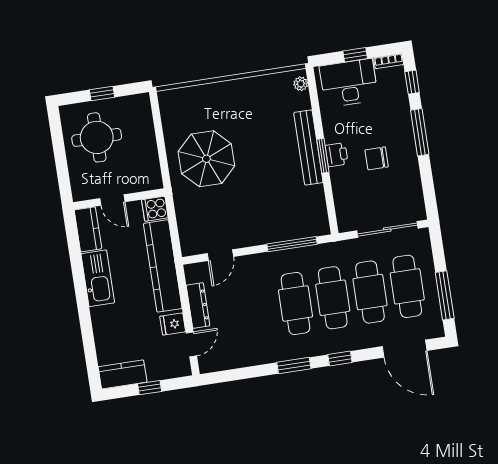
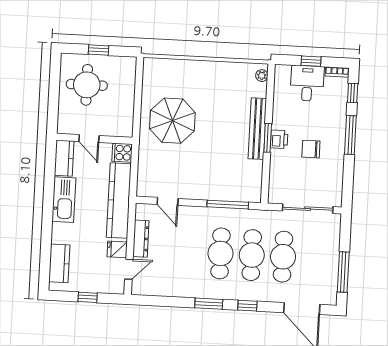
desk: (349, 83) -> (307, 83), width x0.73
door: (220, 255) -> (168, 201), hinge flipped
cafe table: (407, 286) -> (314, 258), removed
kitchen counter: (123, 374) -> (59, 263), moved, turned 90

